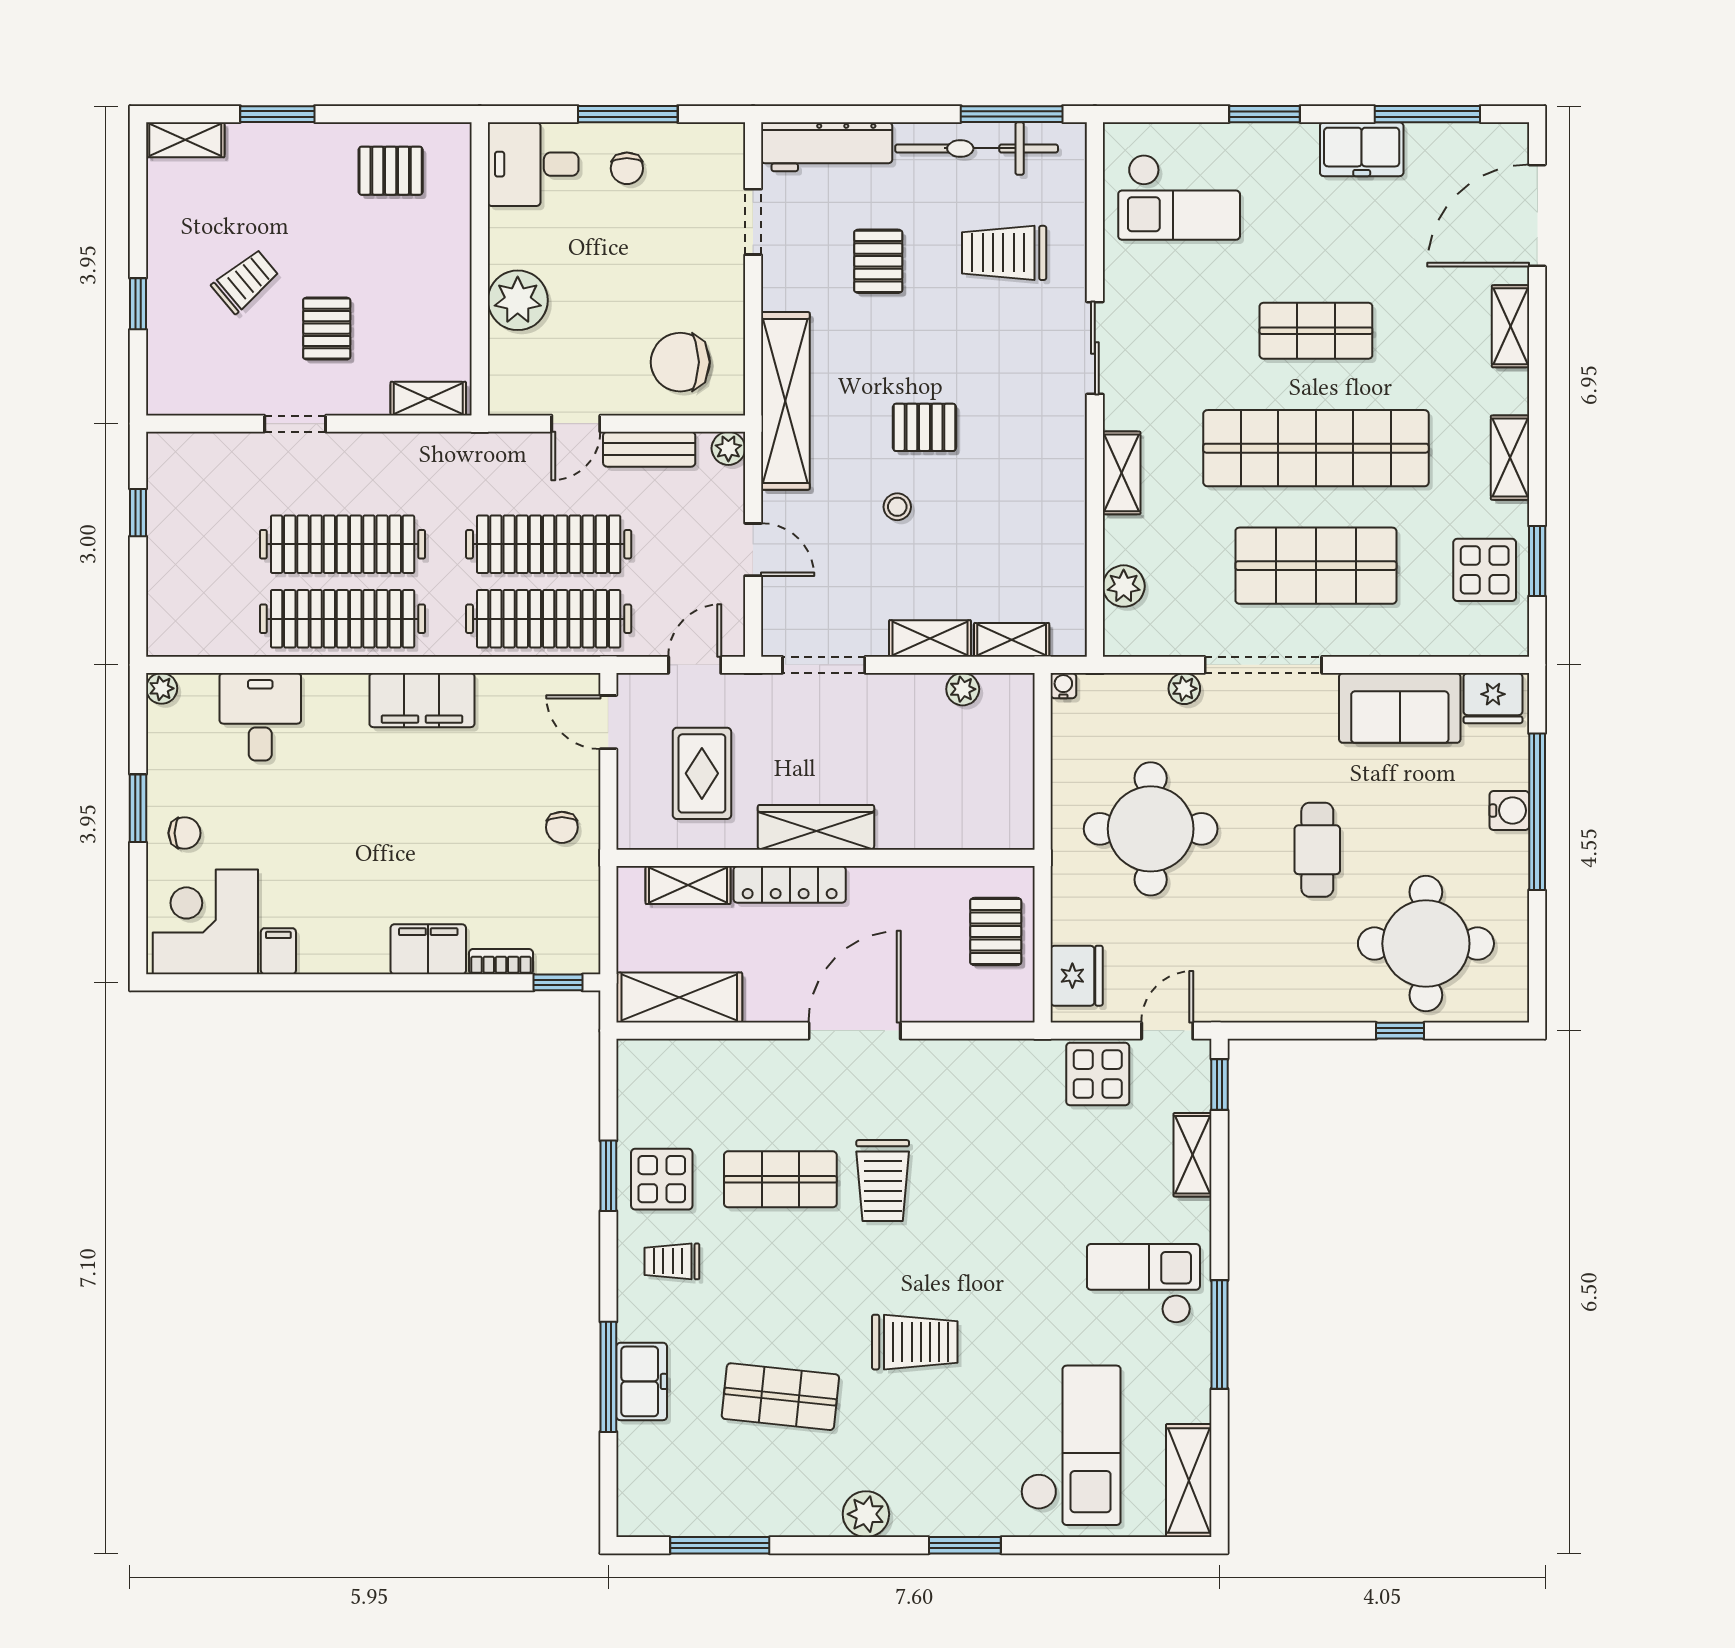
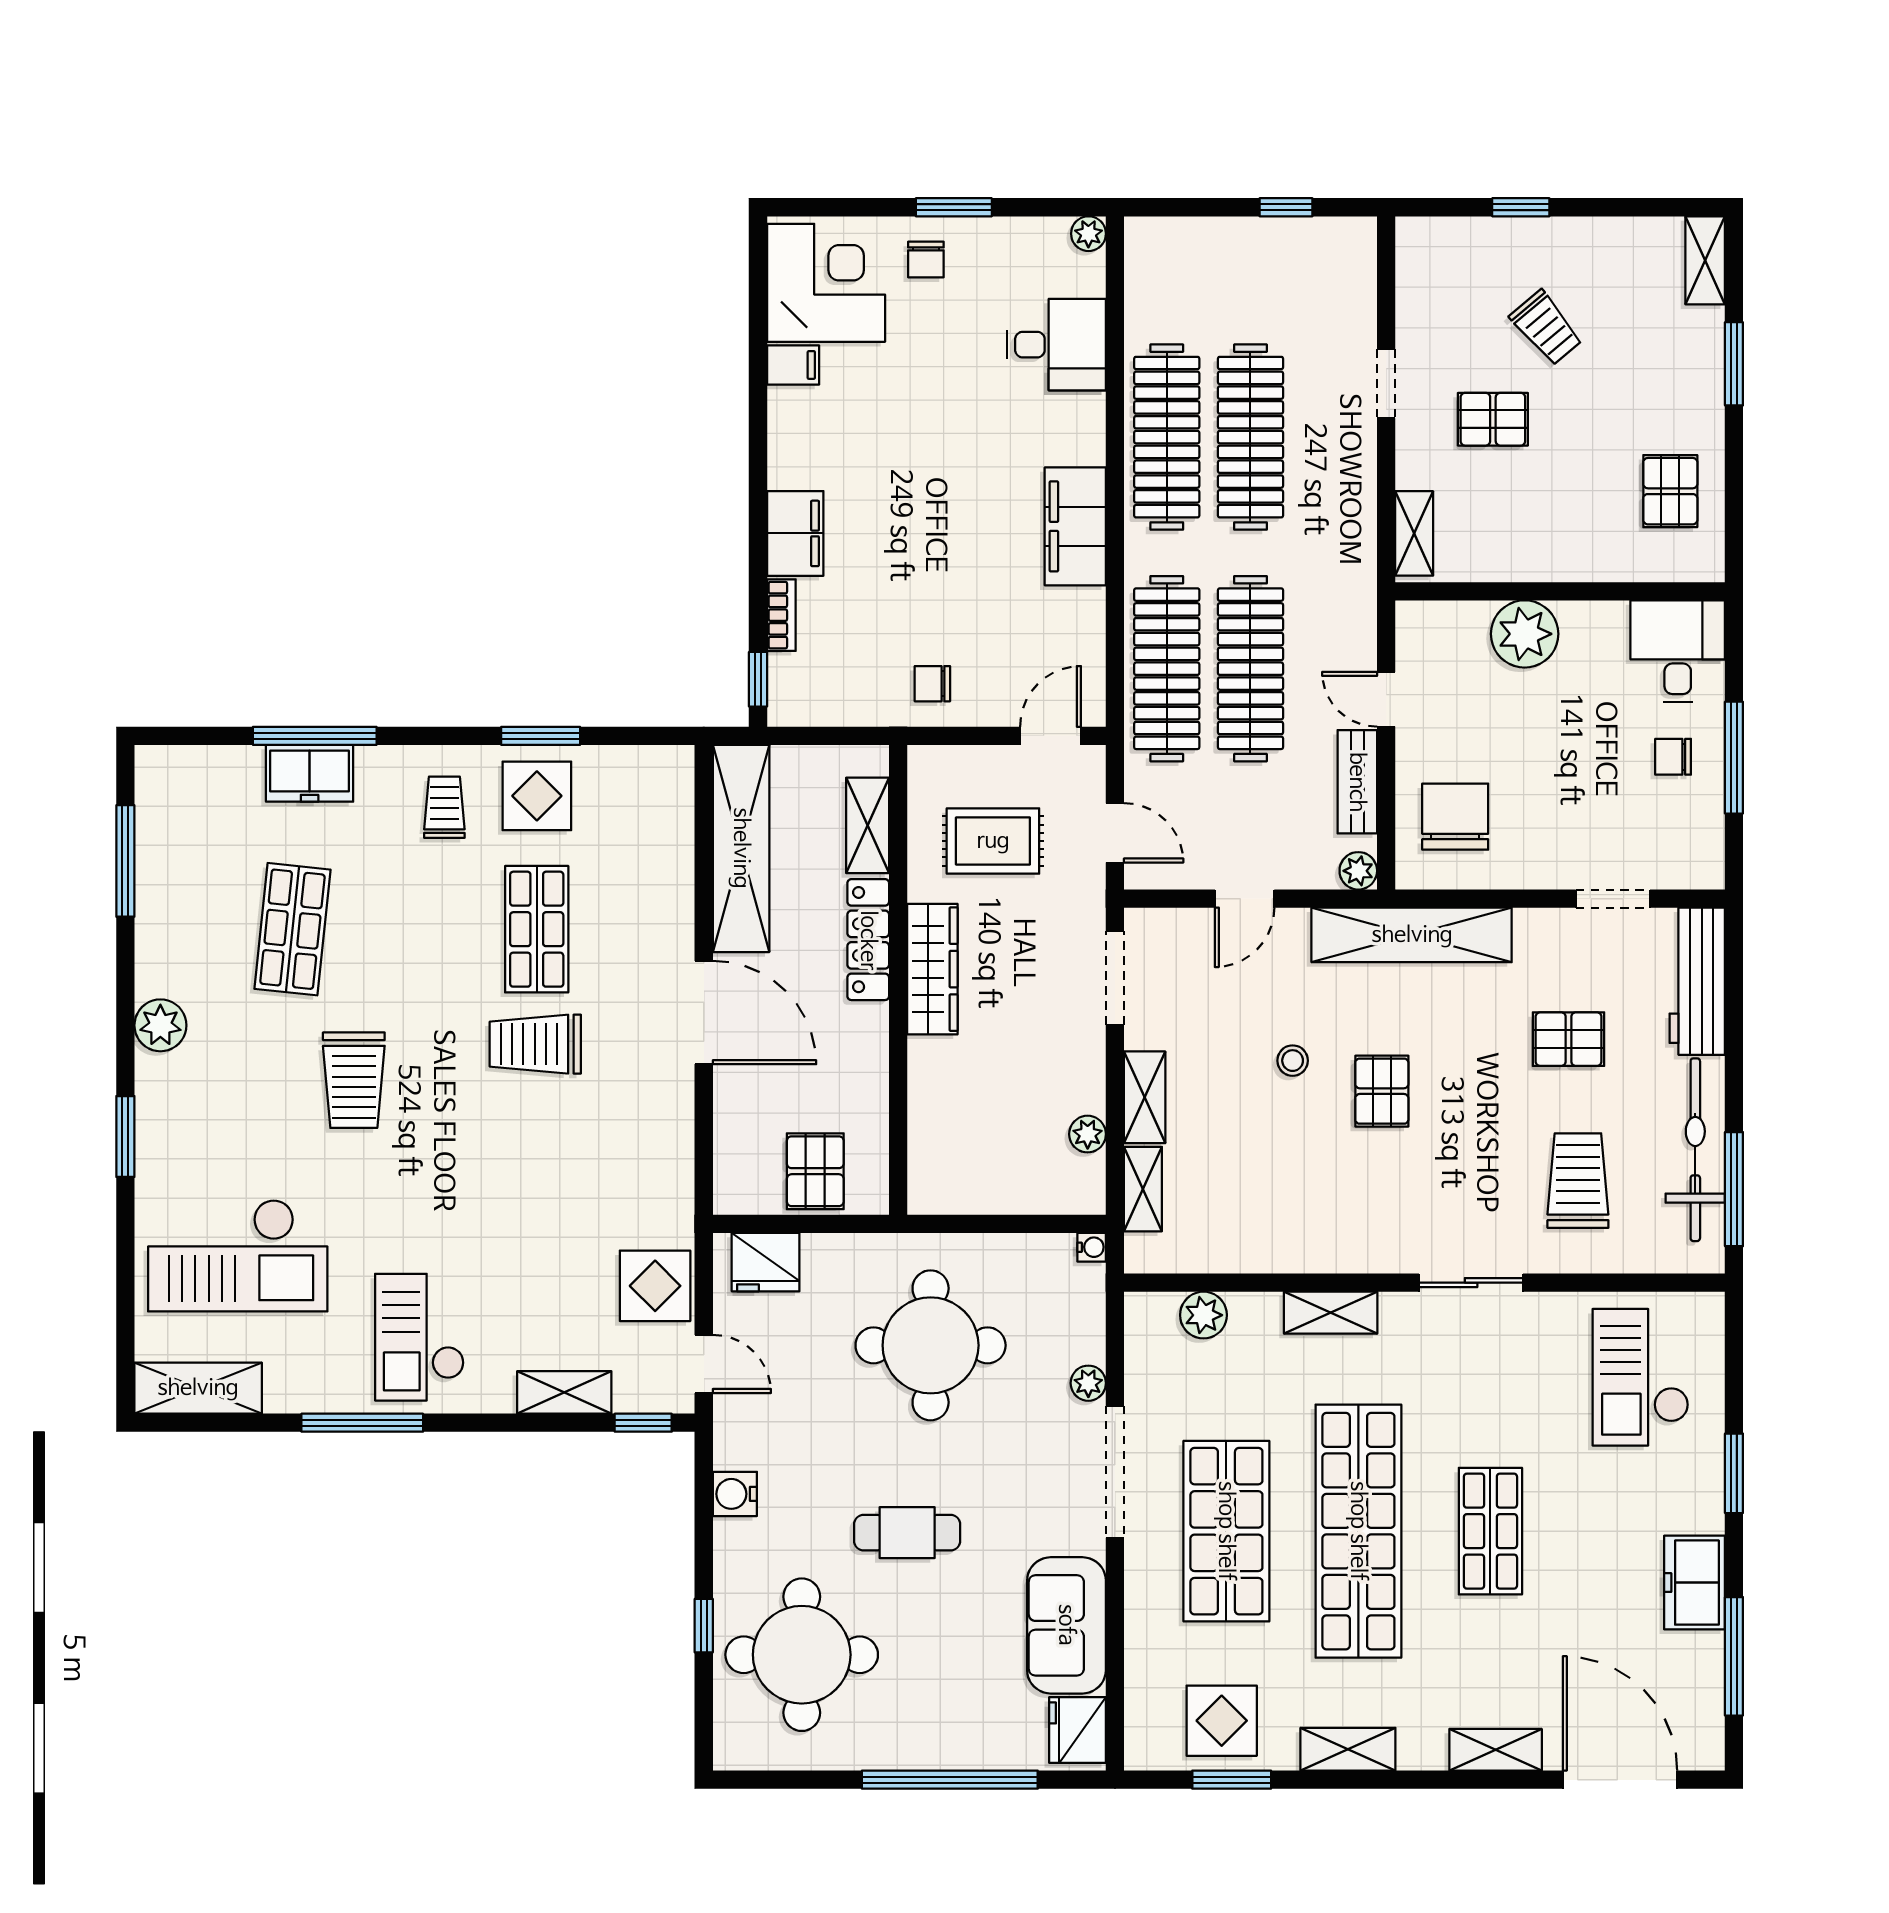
water cooler: (1509, 811) -> (735, 1494), moved, turned 90
pallet: (996, 931) -> (815, 1171), turned 90
shelving: (679, 998) -> (741, 848), width x1.47
checkout: (1143, 1284) -> (420, 1337), turned 180

